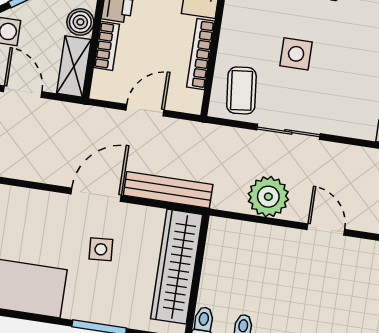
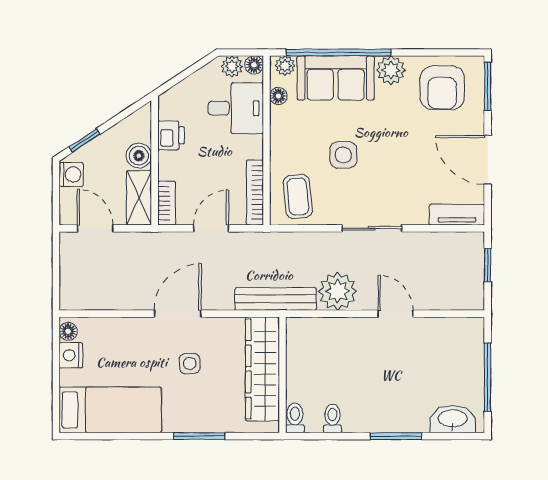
bookcase: (107, 46) -> (167, 203), moved
bookcase: (201, 54) -> (255, 192), moved
sliding door: (288, 132) -> (372, 228), moved
bench: (168, 190) -> (276, 299), moved

